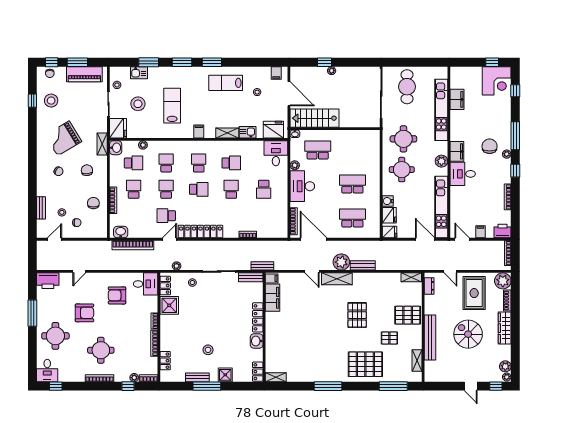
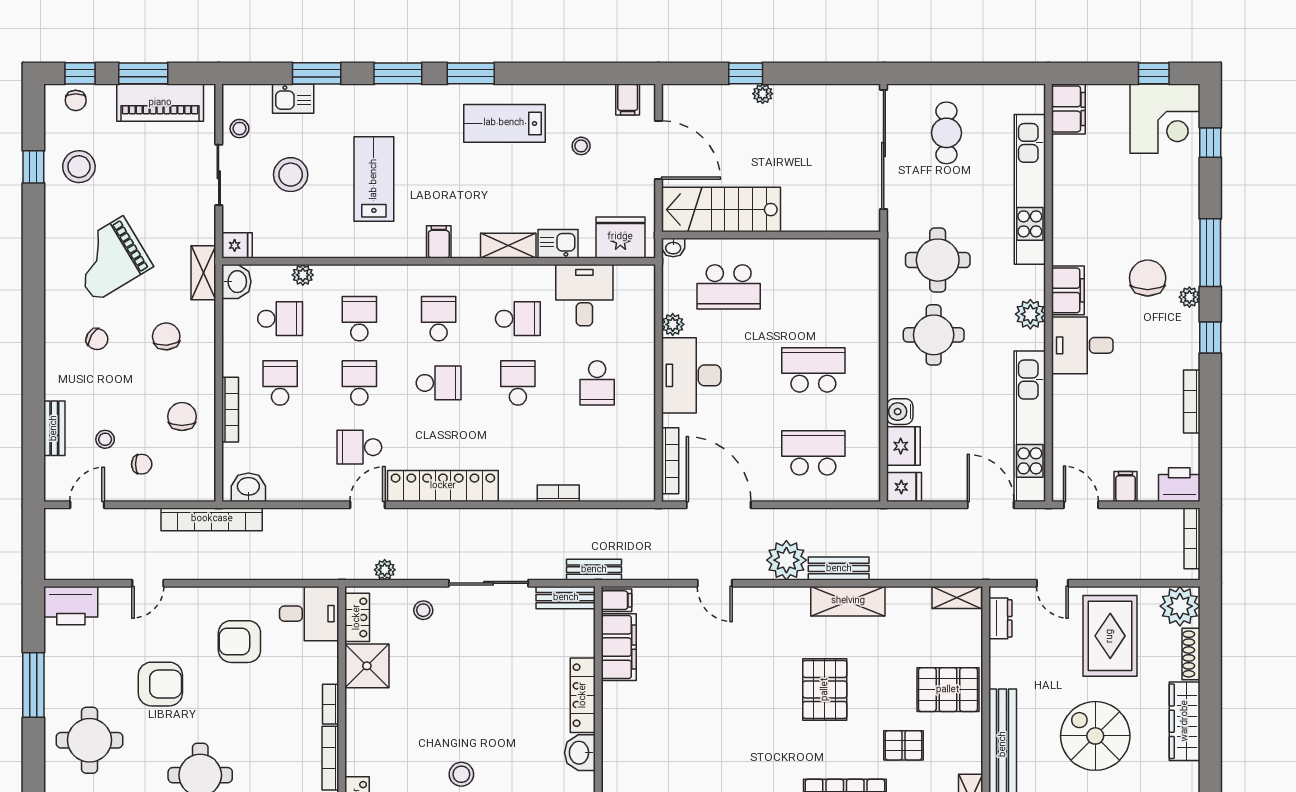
cafe table: (407, 87) -> (946, 133), width x0.73, depth x0.74
filing cabinet: (457, 99) -> (1068, 109), moved
fridge: (118, 128) -> (237, 245), width x0.53, depth x0.75
school desk: (318, 150) -> (729, 287), turned 180
desk: (276, 153) -> (584, 295), moved
bookcase: (133, 245) -> (212, 519), moved
shelving: (337, 279) -> (848, 601), moved

